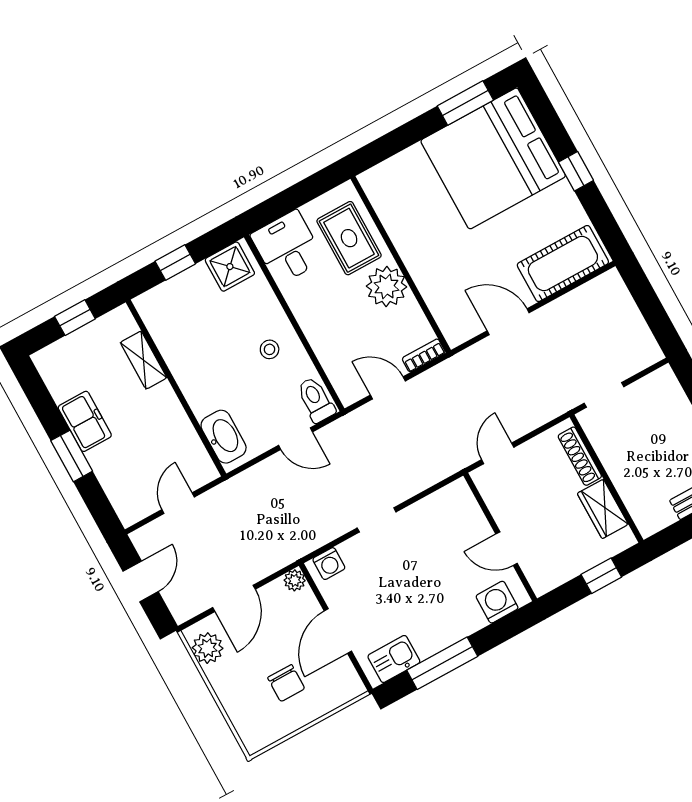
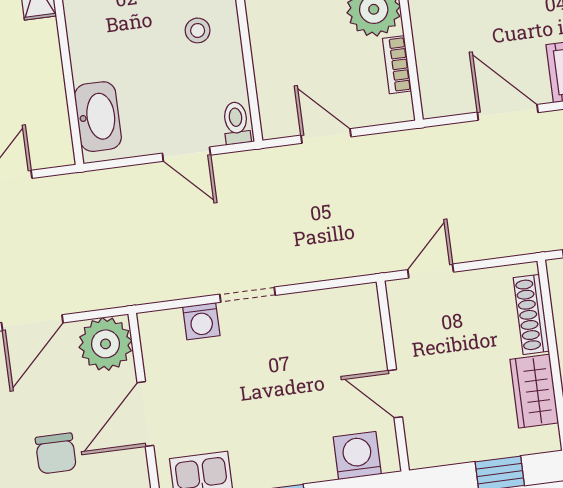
bookcase: (424, 355) -> (397, 65), moved, turned -90
toilet: (316, 400) -> (236, 123), width x0.73, depth x0.72
washing machine: (329, 564) -> (201, 321), moved
plant: (295, 580) -> (106, 344), width x1.88, depth x1.88

